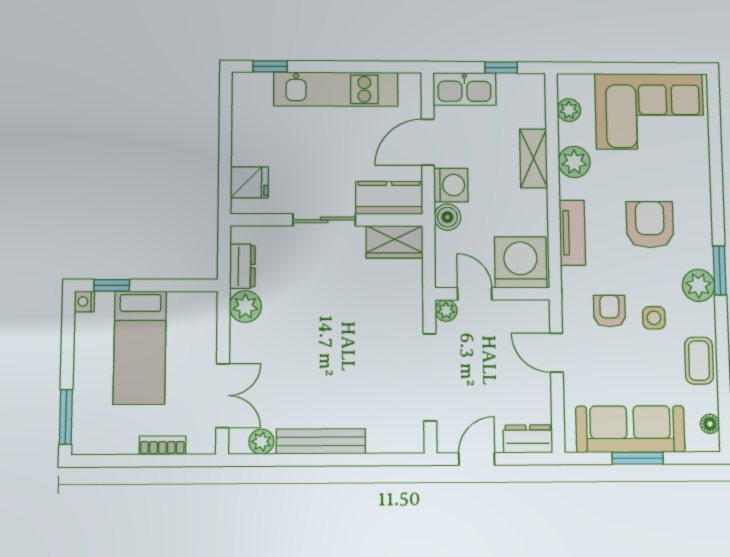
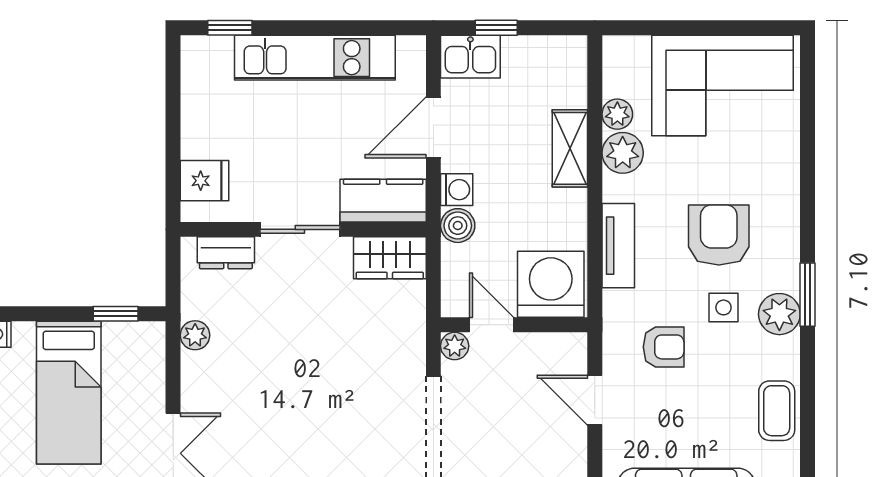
window: (501, 68) -> (496, 28), moved
kitchen sink: (464, 89) -> (470, 57), width x0.73
plant: (569, 110) -> (617, 114), moved
washing machine: (451, 185) -> (457, 190), width x0.73, depth x0.73
dresser: (242, 266) -> (226, 253), moved, turned 90
window: (112, 285) -> (116, 314), moved
plant: (245, 306) -> (195, 335), width x0.73, depth x0.73
armchair: (609, 311) -> (664, 347), turned 90
side table: (654, 318) -> (723, 307), moved

